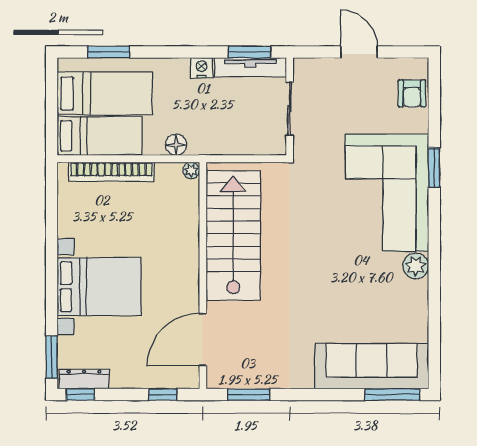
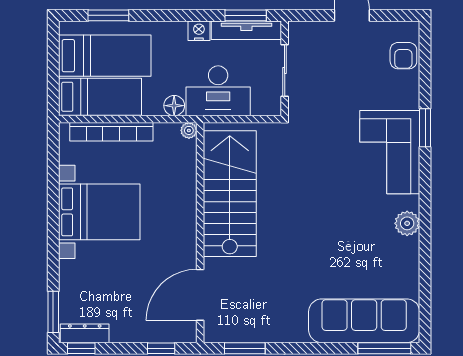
desk: (221, 130) -> (218, 91), added
corner sofa: (387, 193) -> (390, 152), width x0.73, depth x0.74
bed with nightstands: (99, 287) -> (99, 212), moved

